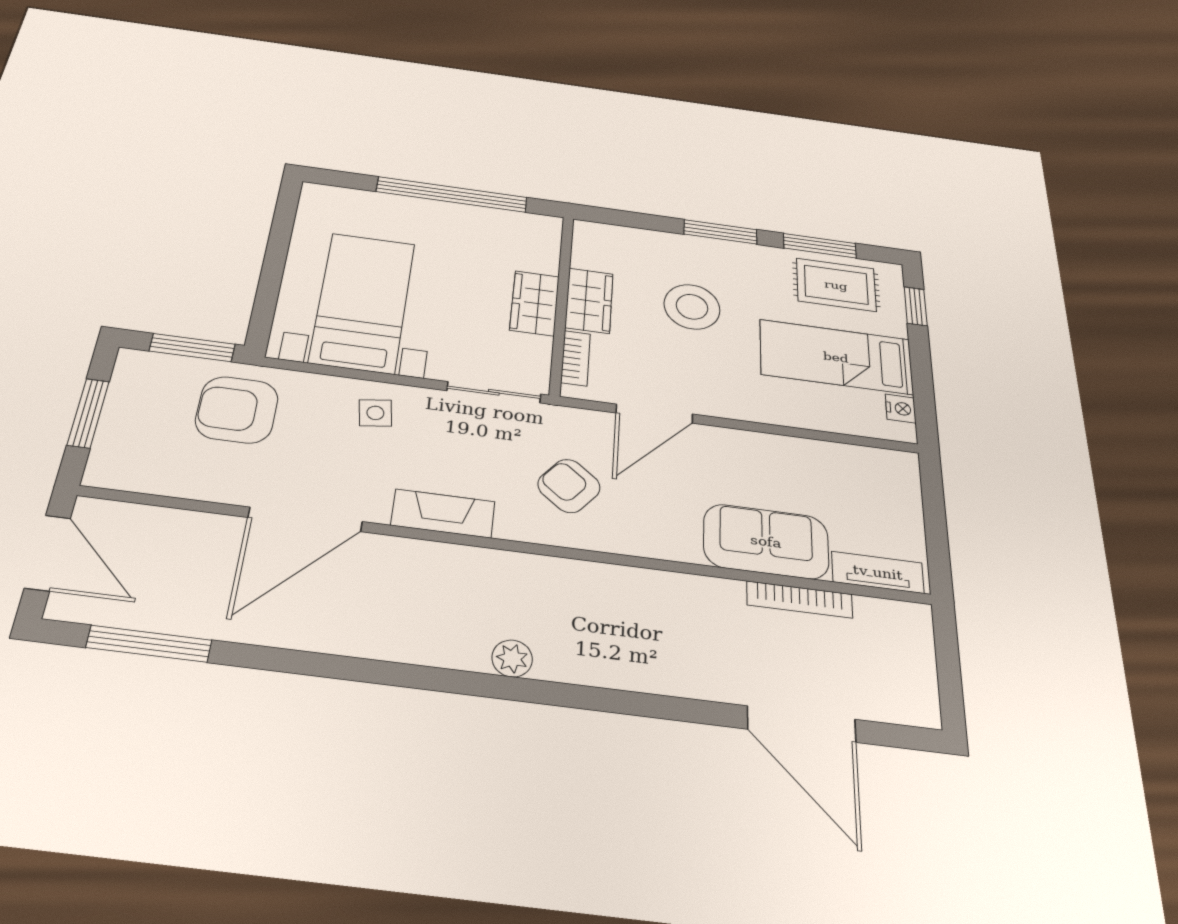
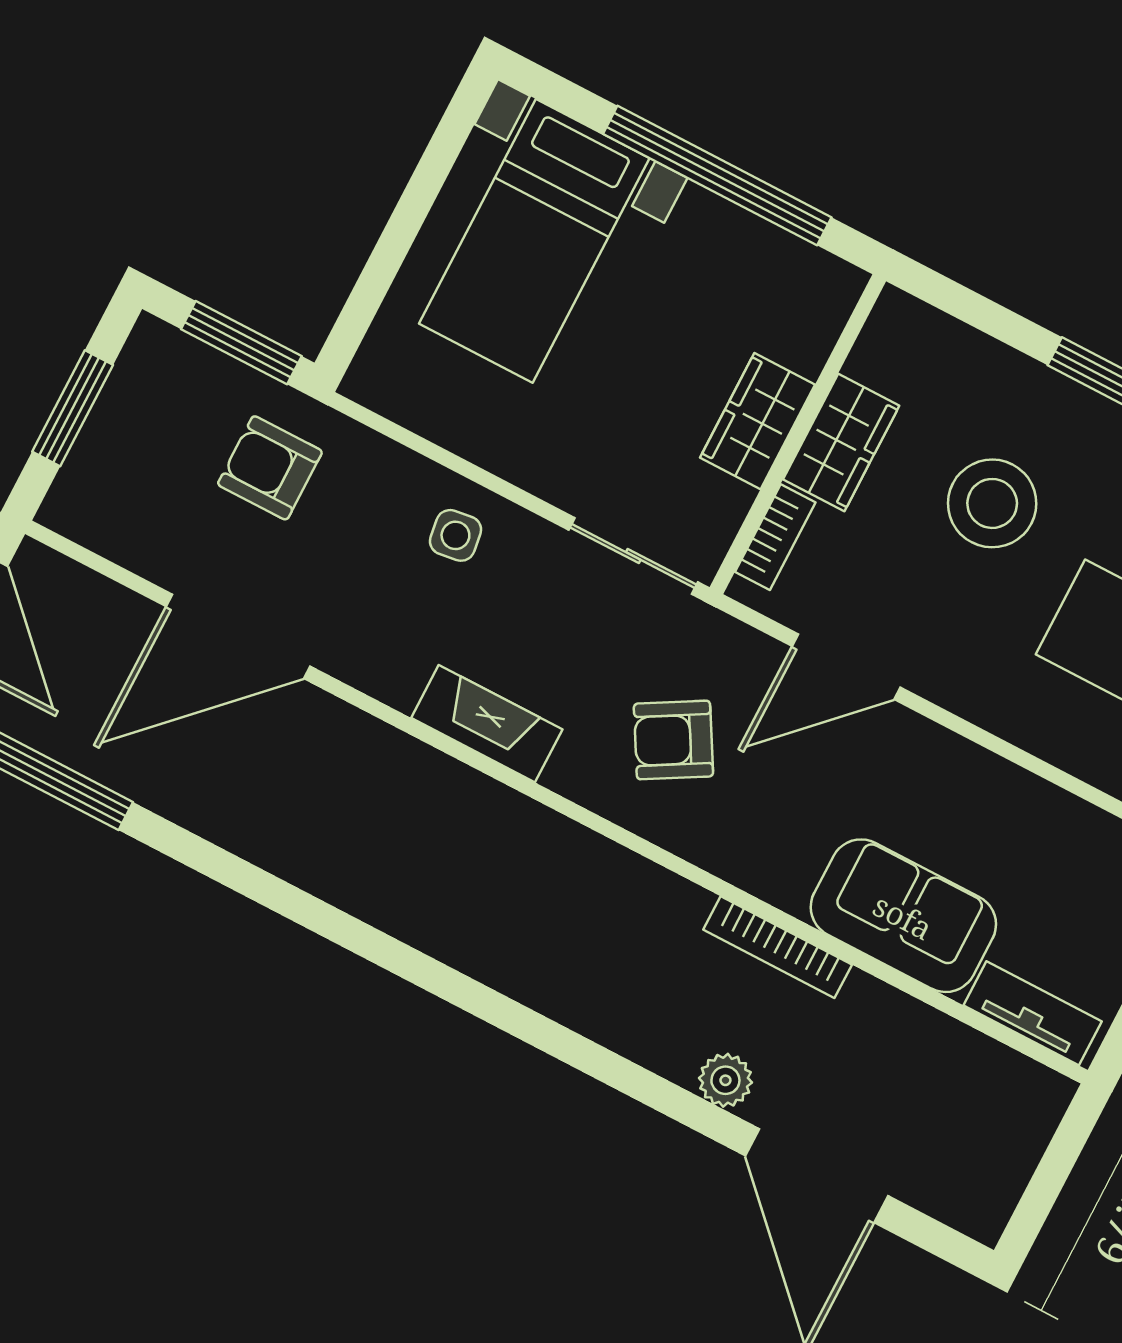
bed with nightstands: (363, 302) -> (534, 241), moved, turned 180
armchair: (237, 410) -> (270, 468), width x0.72, depth x0.72
armchair: (569, 486) -> (673, 740), turned -69
door: (305, 519) -> (238, 636), moved
bookcase: (800, 600) -> (778, 947), moved
plant: (512, 658) -> (725, 1080), moved

